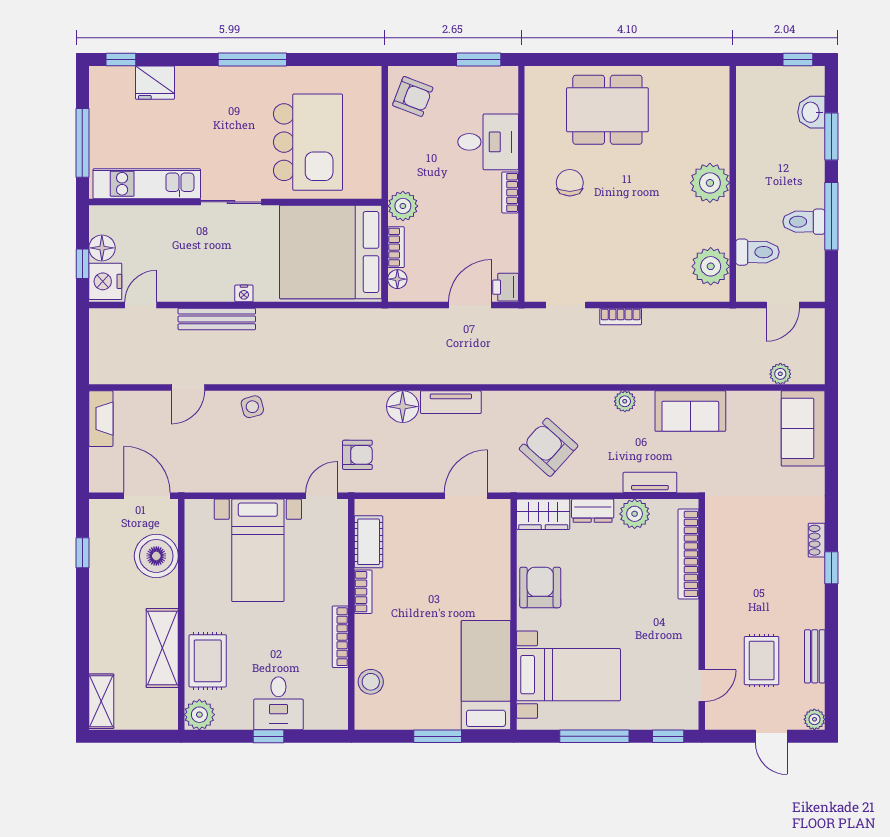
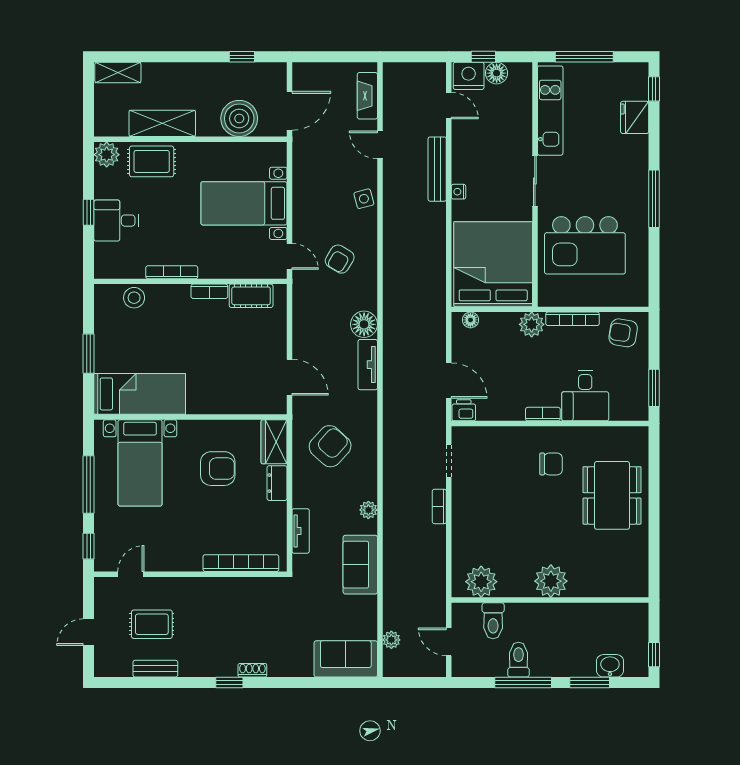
armchair: (413, 96) -> (623, 333), turned 78
bookcase: (396, 247) -> (573, 319), moved, width x1.56
fireplace: (101, 419) -> (367, 96), moved, turned 90
armchair: (357, 455) -> (340, 259), moved, turned 31
plant: (635, 514) -> (274, 518), removed
armchair: (540, 587) -> (218, 469), moved
door: (702, 686) -> (131, 574), swing flipped
plant: (814, 719) -> (103, 668), removed

